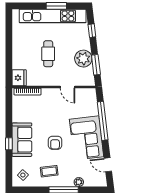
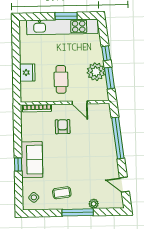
window: (92, 31) -> (106, 53), moved
cafe table: (48, 54) -> (61, 79), moved
fridge: (19, 78) -> (27, 73), moved
corner sofa: (87, 138) -> (101, 157), removed
armchair: (55, 143) -> (63, 127), moved, turned 180

